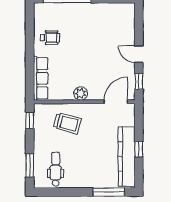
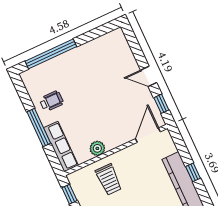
window: (30, 54) -> (39, 128), added
plant: (81, 93) -> (97, 148), moved
trolley: (67, 123) -> (109, 180), turned 76

